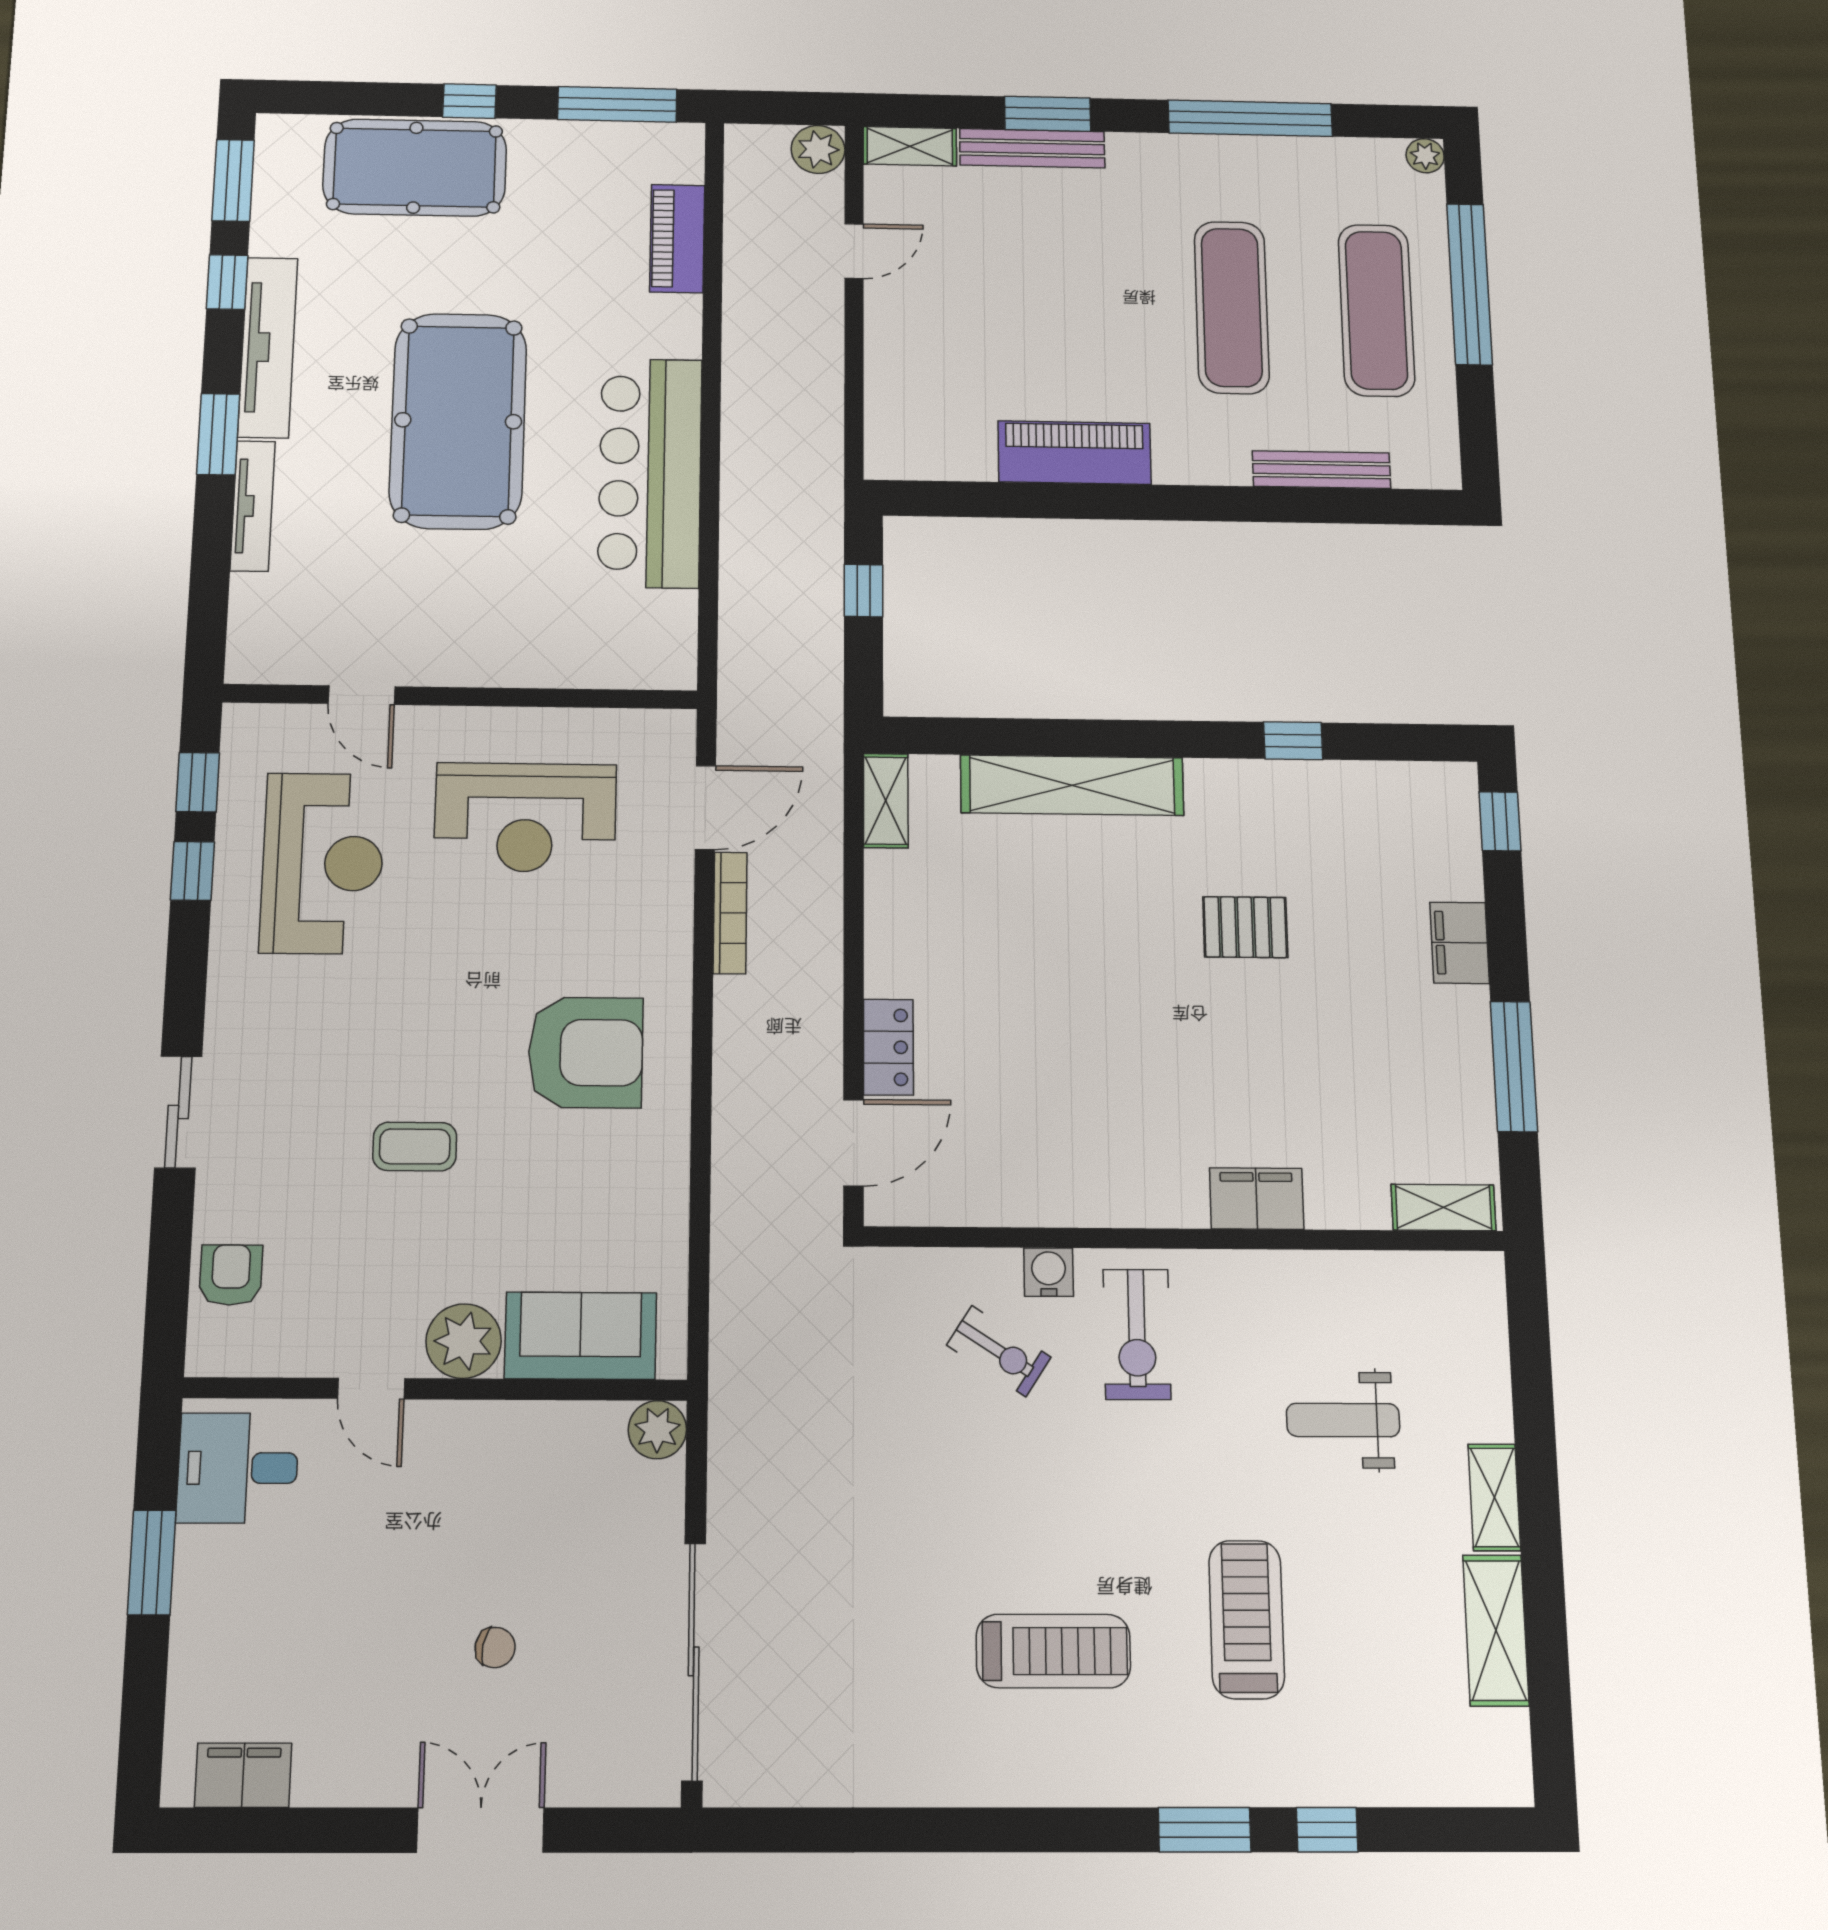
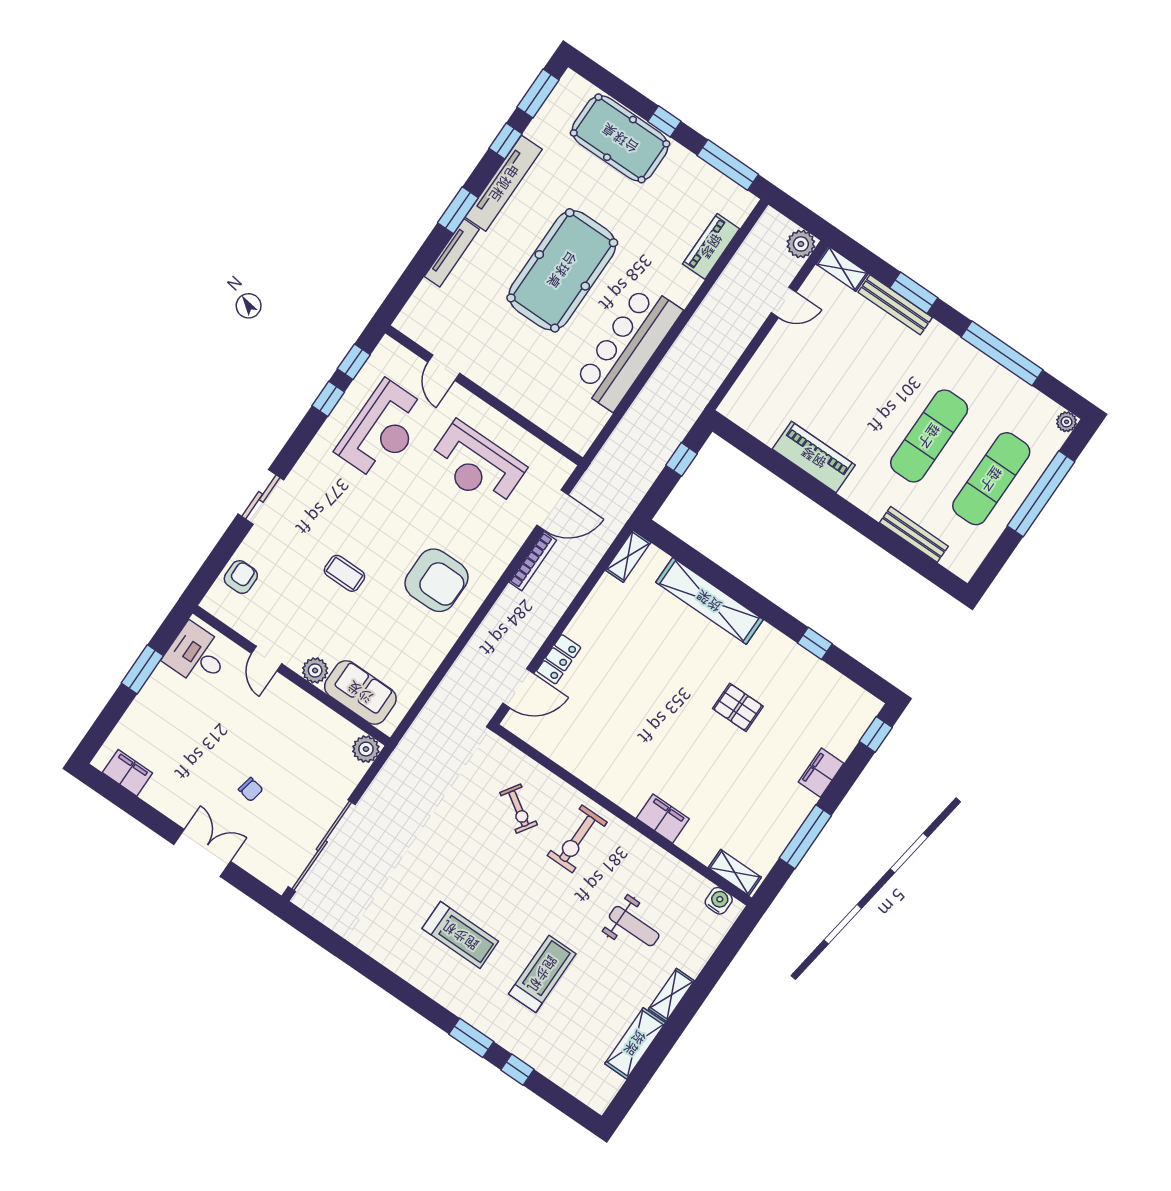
water cooler: (1049, 1272) -> (719, 901), moved
plant: (464, 1341) -> (315, 670), width x0.73, depth x0.73
weight bench: (1343, 1420) -> (634, 926), turned 180

